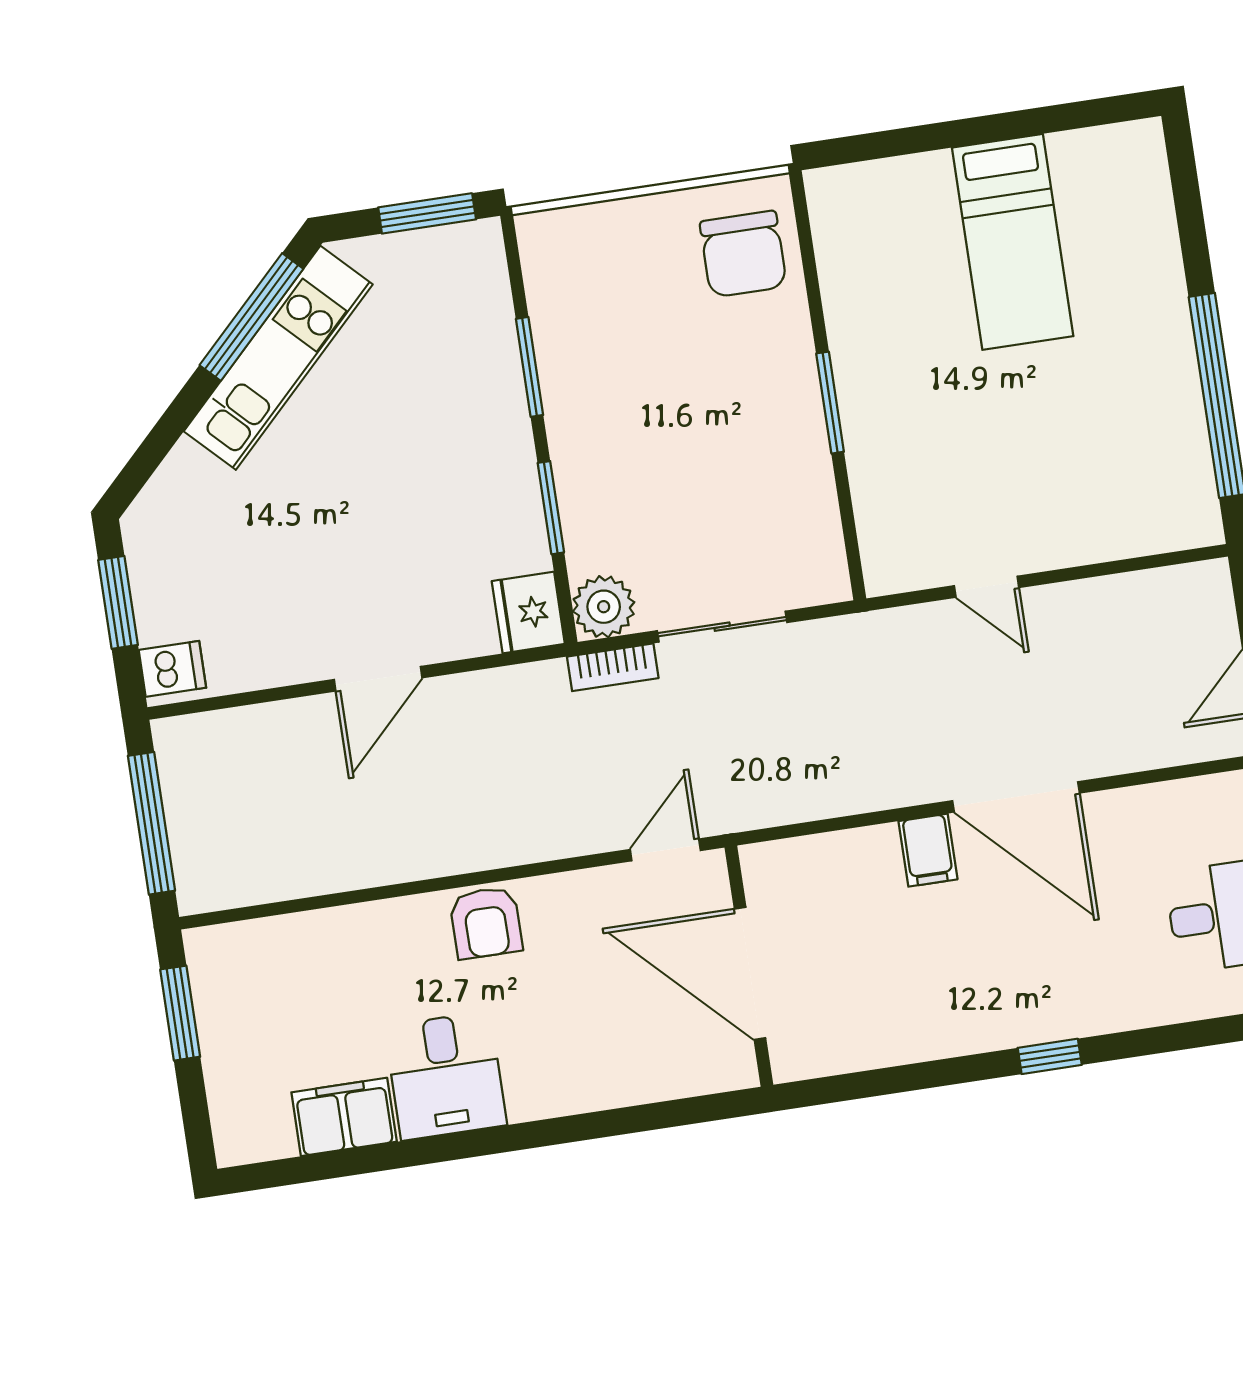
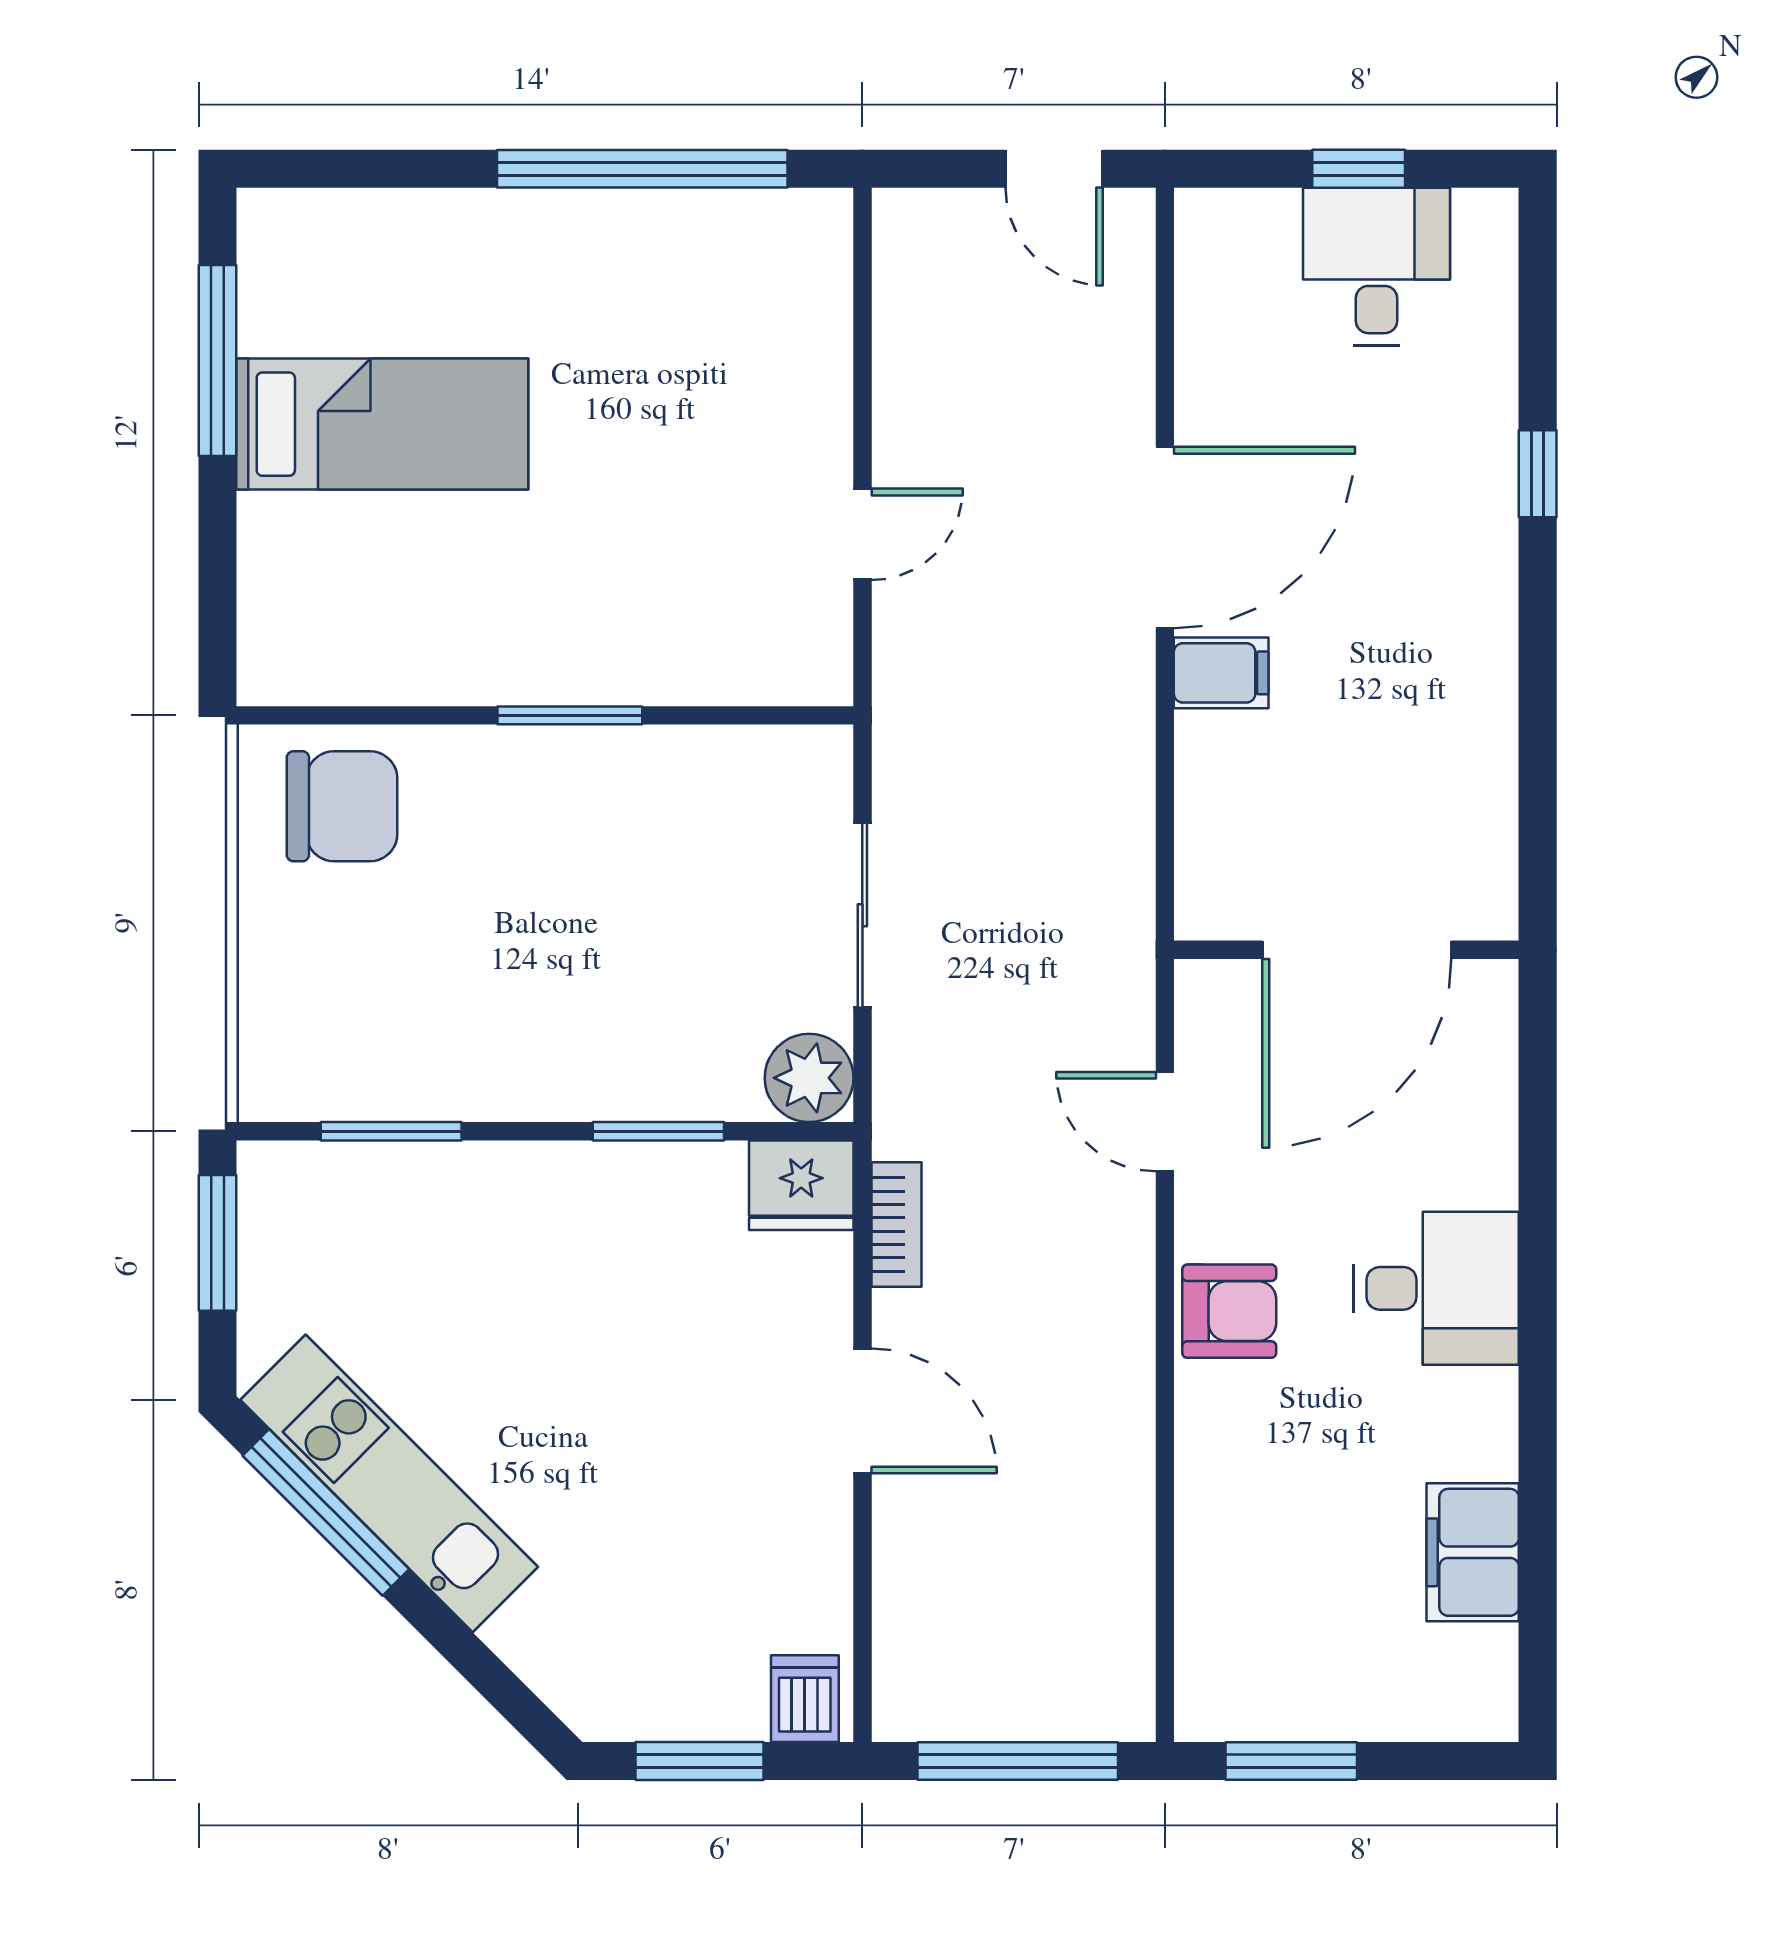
window: (1039, 121) -> (218, 361), added
window: (530, 367) -> (391, 1131), moved
bookcase: (613, 667) -> (896, 1225), moved
door: (665, 850) -> (1165, 1122), moved
window: (1050, 1056) -> (1538, 474), moved
desk: (446, 1076) -> (1436, 1288), moved

